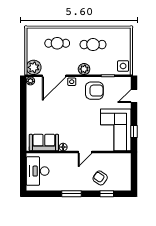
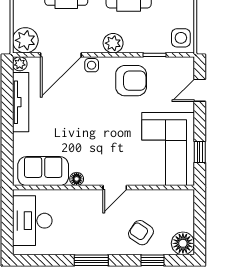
tv unit: (31, 103) -> (21, 102), added
floor lamp: (124, 184) -> (183, 243), added

